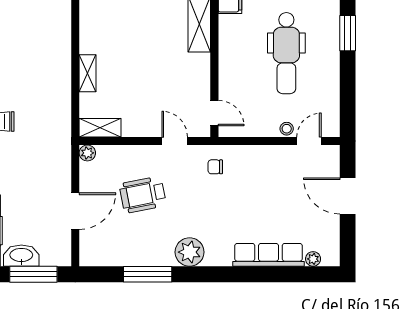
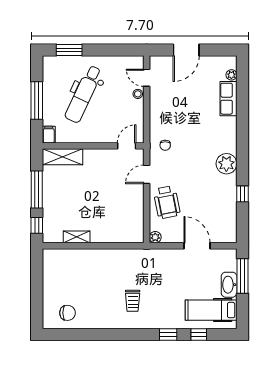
dental chair: (286, 53) -> (83, 94), turned 115
shelving: (88, 73) -> (77, 237), moved
shelving: (100, 128) -> (137, 228), removed
wheelchair: (143, 195) -> (167, 202), moved
row of seats: (268, 255) -> (228, 99), width x0.68
window: (148, 274) -> (242, 194), width x0.46

